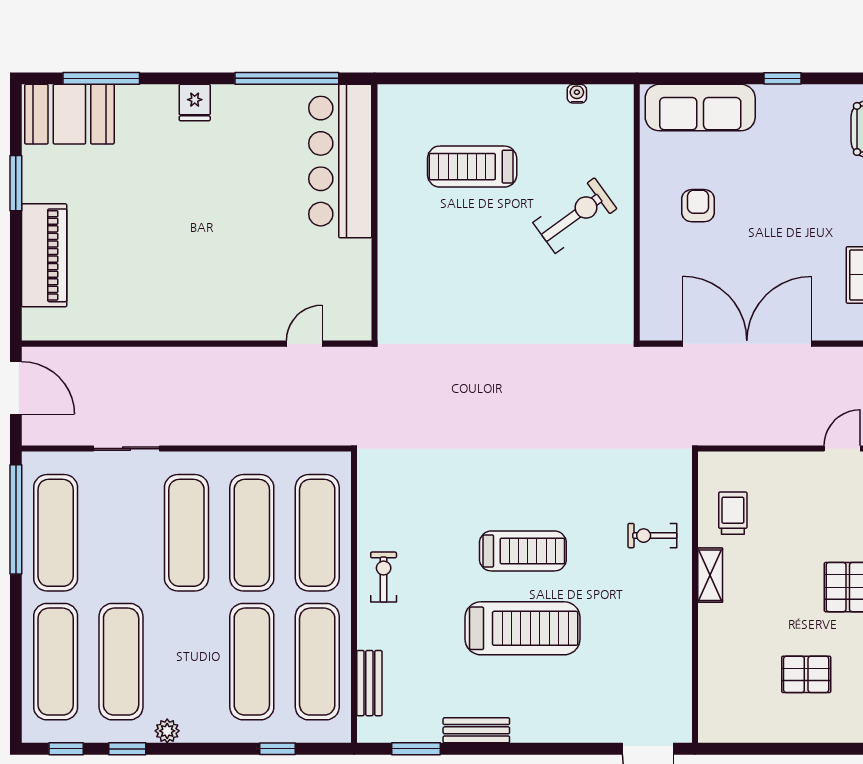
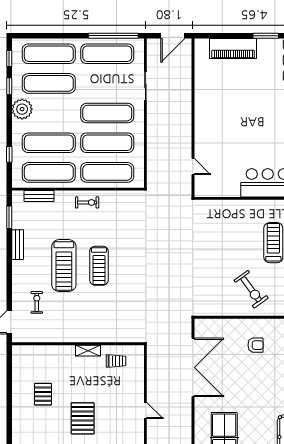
exercise bike: (652, 536) -> (37, 302), moved
plant: (167, 731) -> (22, 109), width x1.88, depth x1.88

